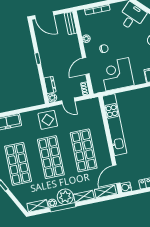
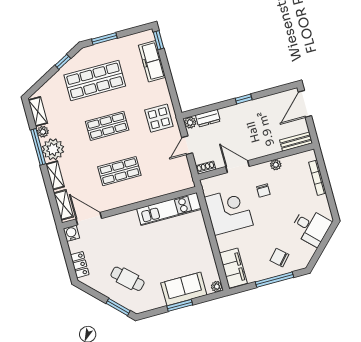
kitchen unit: (115, 125) -> (169, 209), width x0.73
shop shelf: (84, 150) -> (119, 171), width x0.70, depth x0.74
shop shelf: (51, 157) -> (107, 126), width x0.70, depth x0.74

